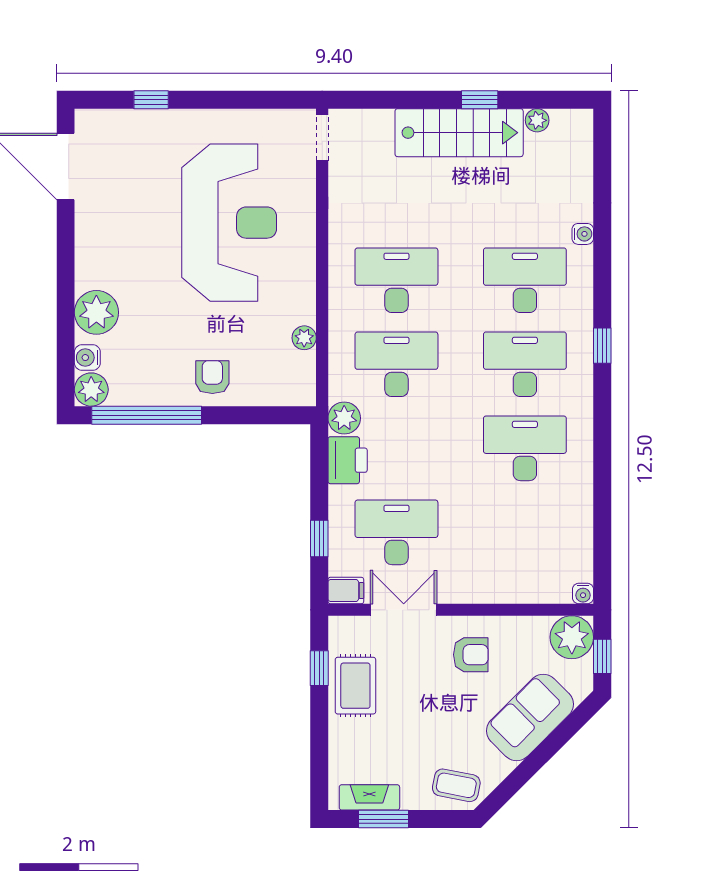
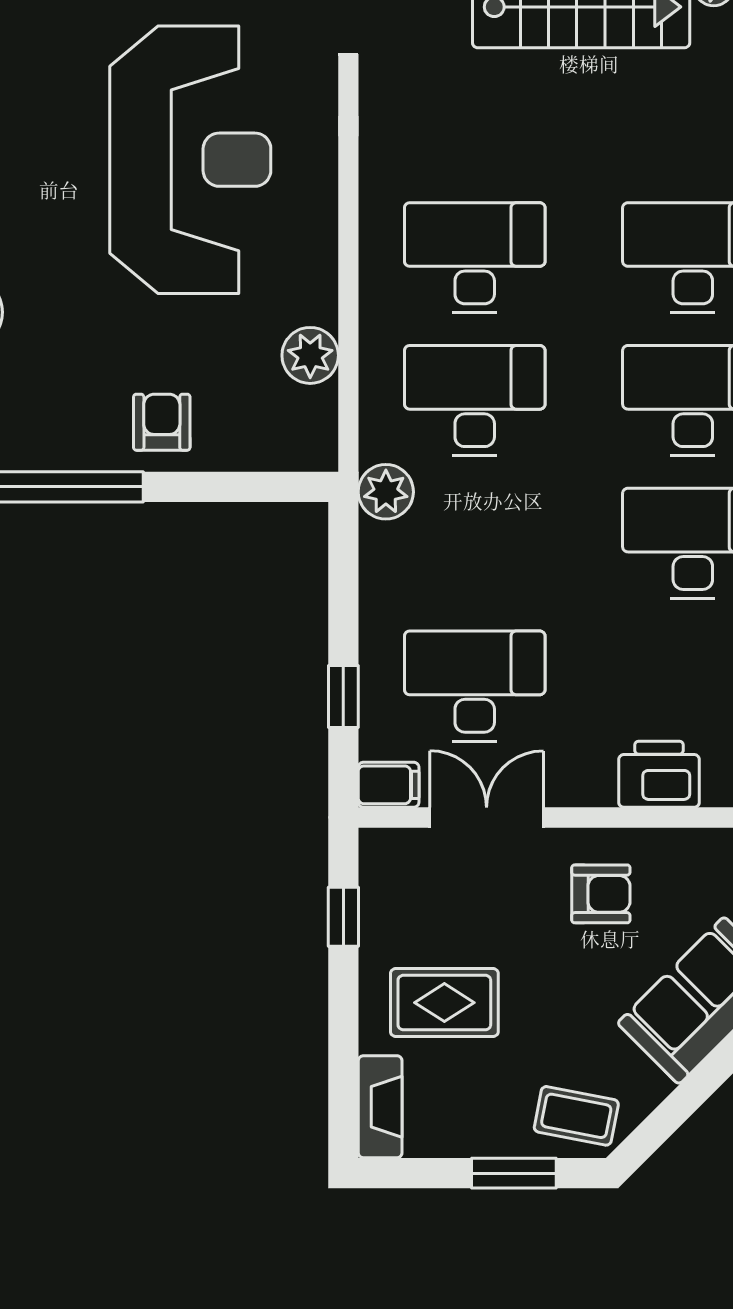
plant: (304, 338) -> (310, 355), width x1.38, depth x1.38
printer: (348, 460) -> (659, 774), moved, turned -90
rug: (355, 686) -> (444, 1003), moved, turned 90
fireplace: (369, 797) -> (380, 1107), moved, turned 90
window: (384, 819) -> (514, 1173), moved

